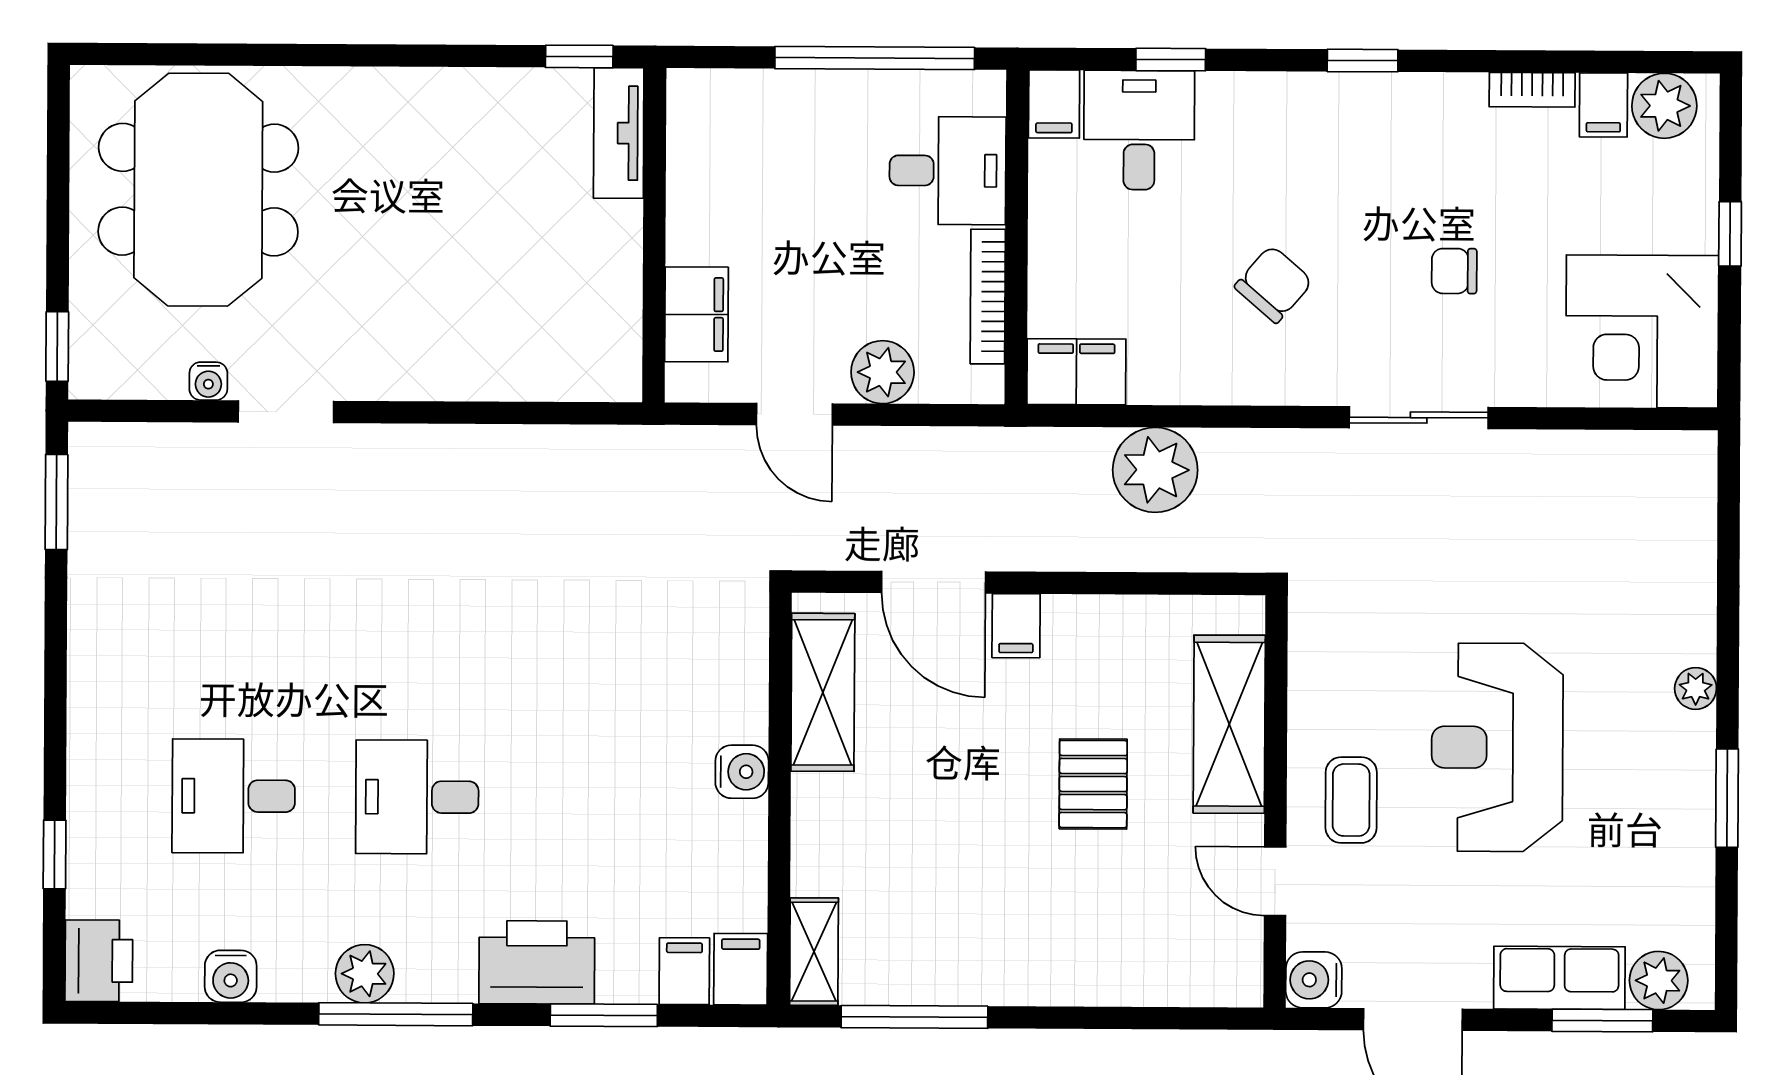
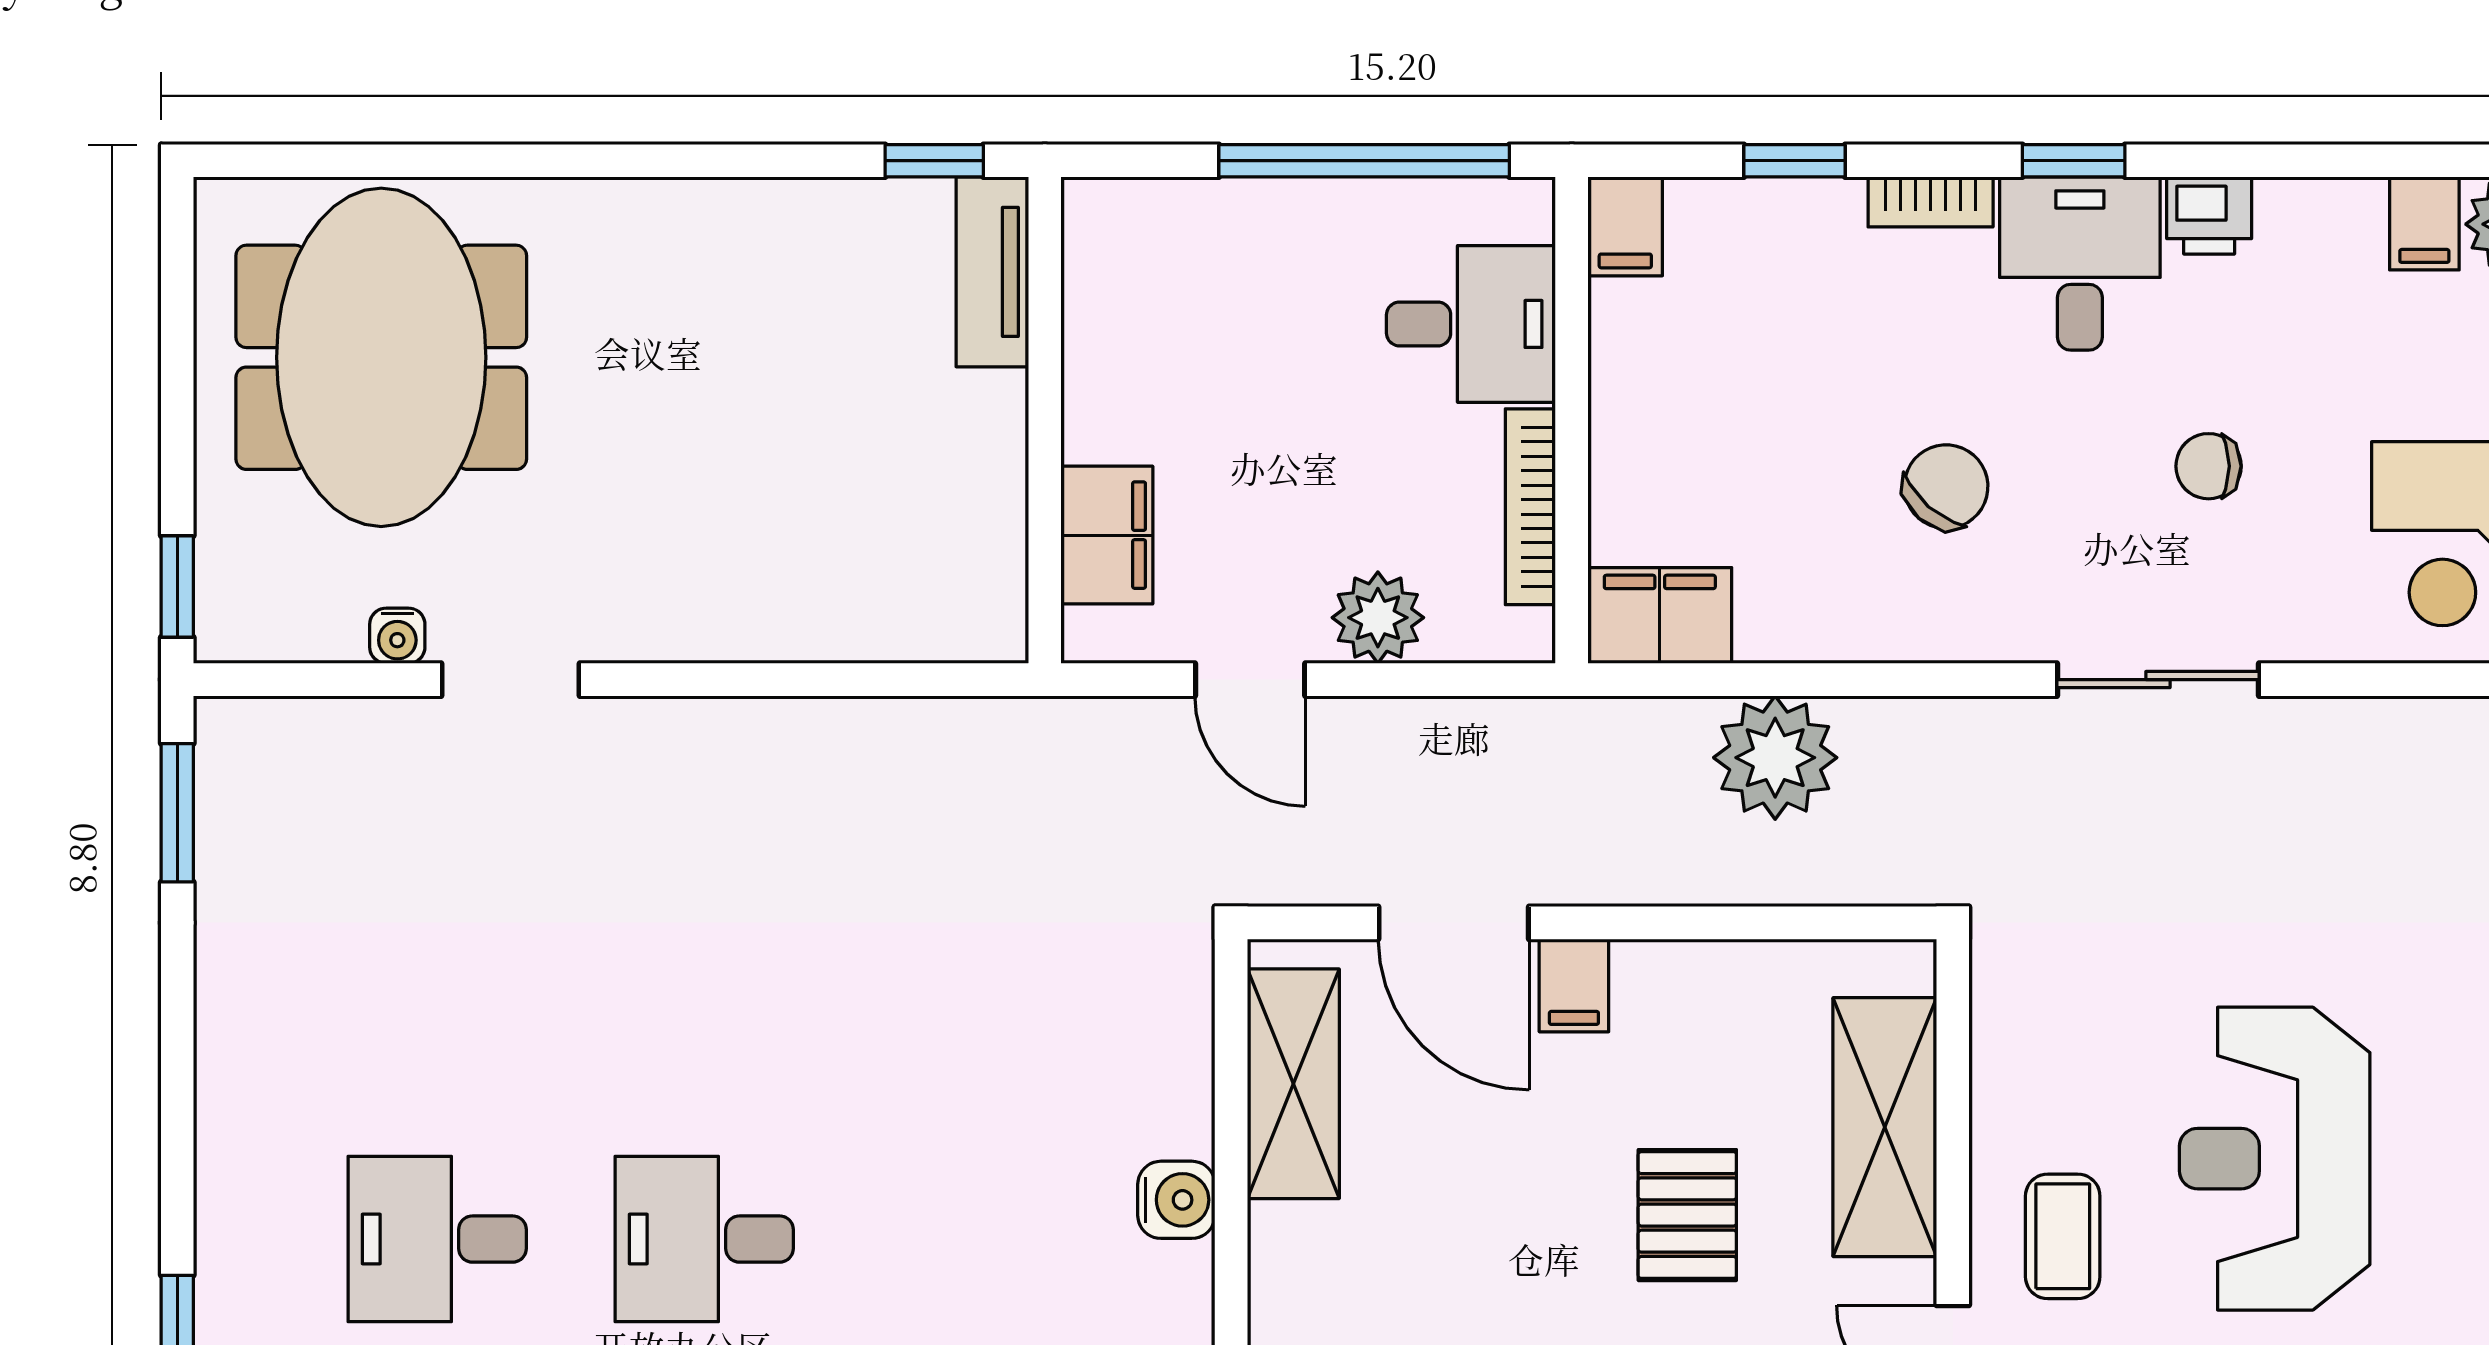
bookcase: (1532, 90) -> (1931, 202), moved
printer: (1455, 99) -> (2209, 216), added
desk: (1139, 130) -> (2080, 264), moved

